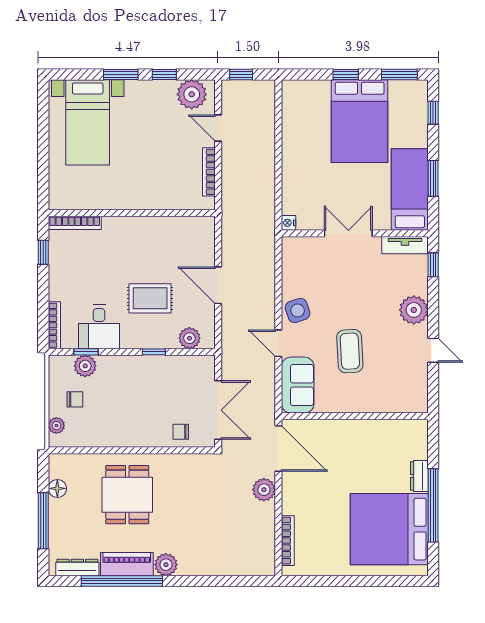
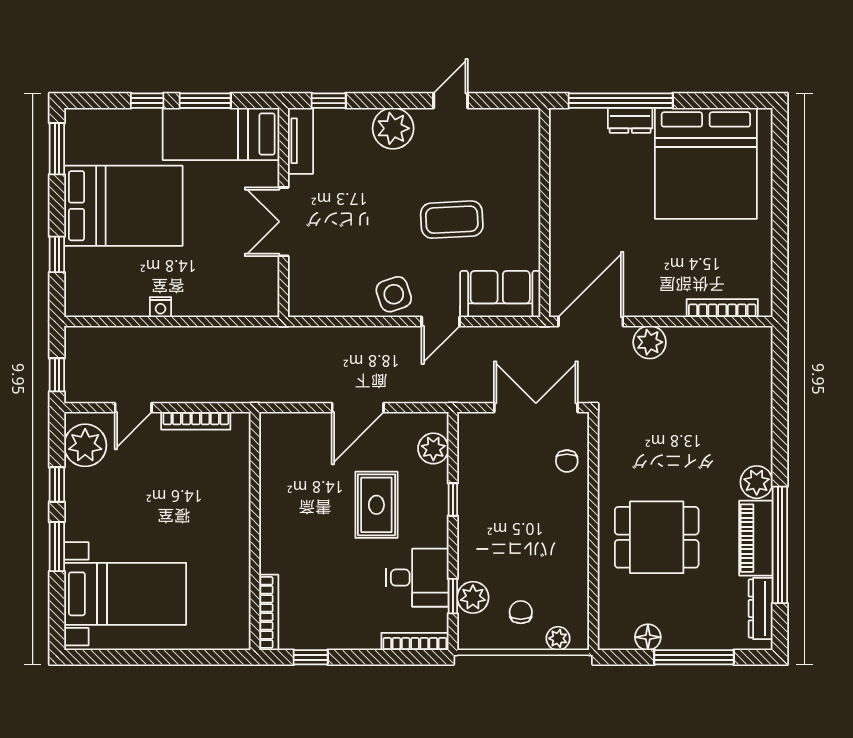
window: (346, 75) -> (57, 254), moved
window: (433, 113) -> (147, 101), moved
nightstand: (289, 223) -> (160, 307), moved
window: (433, 505) -> (621, 101), moved

